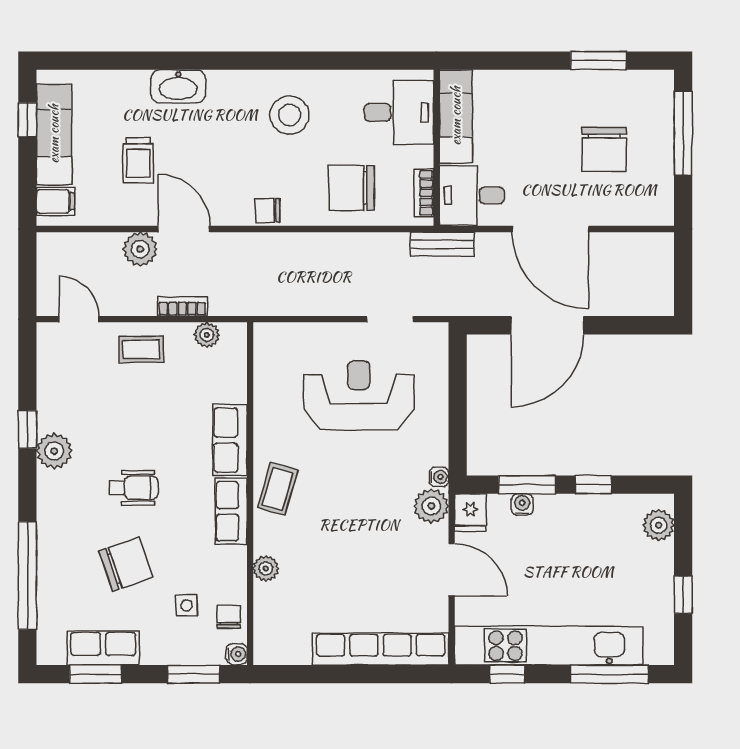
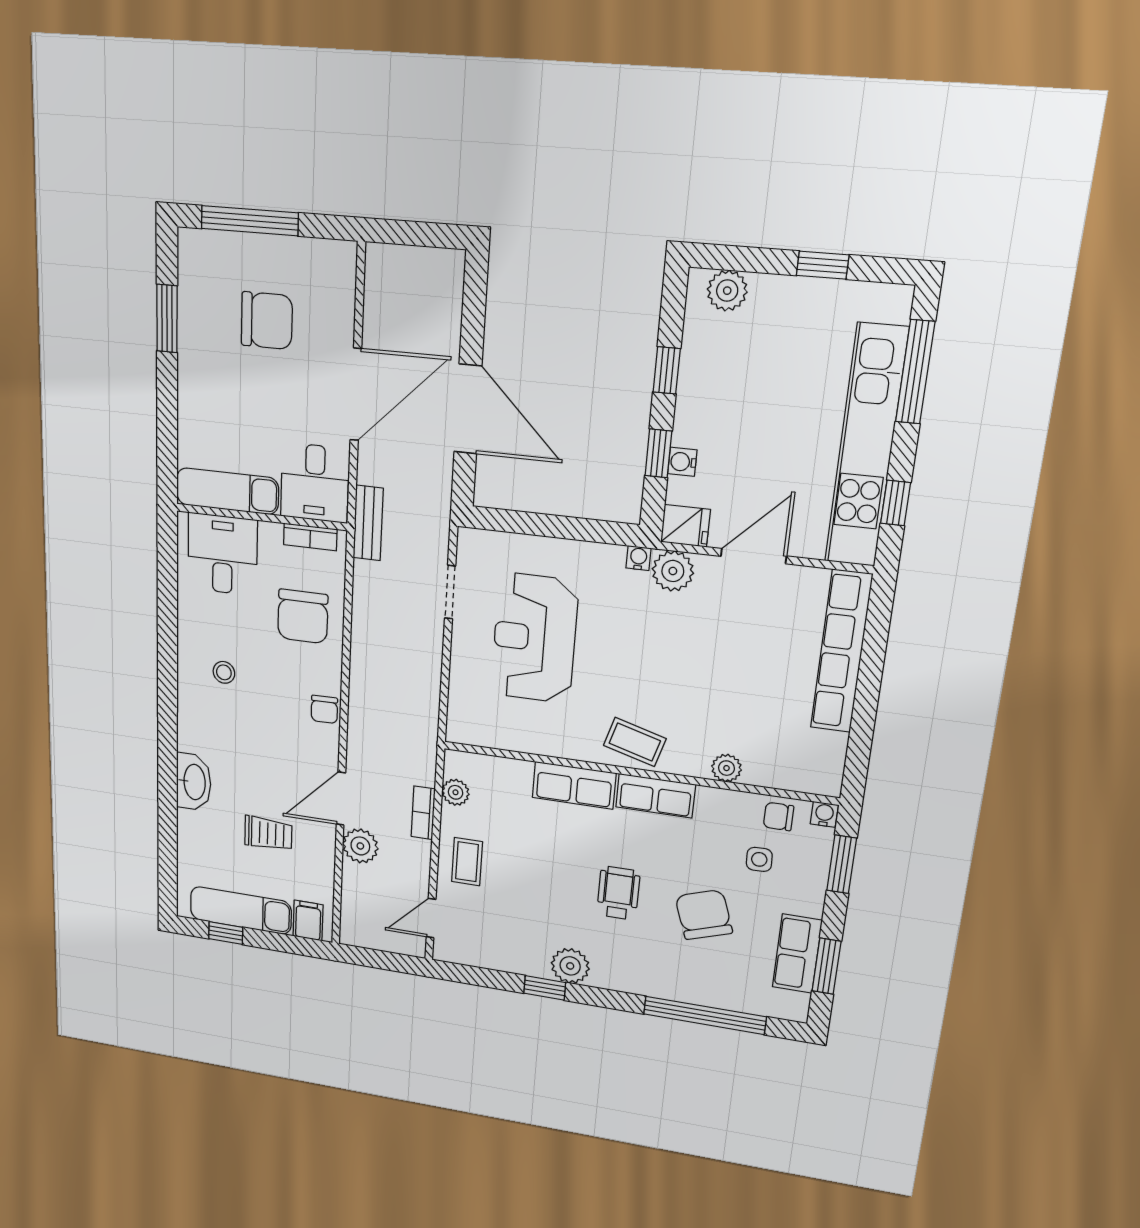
stool: (290, 115) -> (224, 672), width x0.53, depth x0.53
window: (527, 485) -> (658, 453), width x0.67

